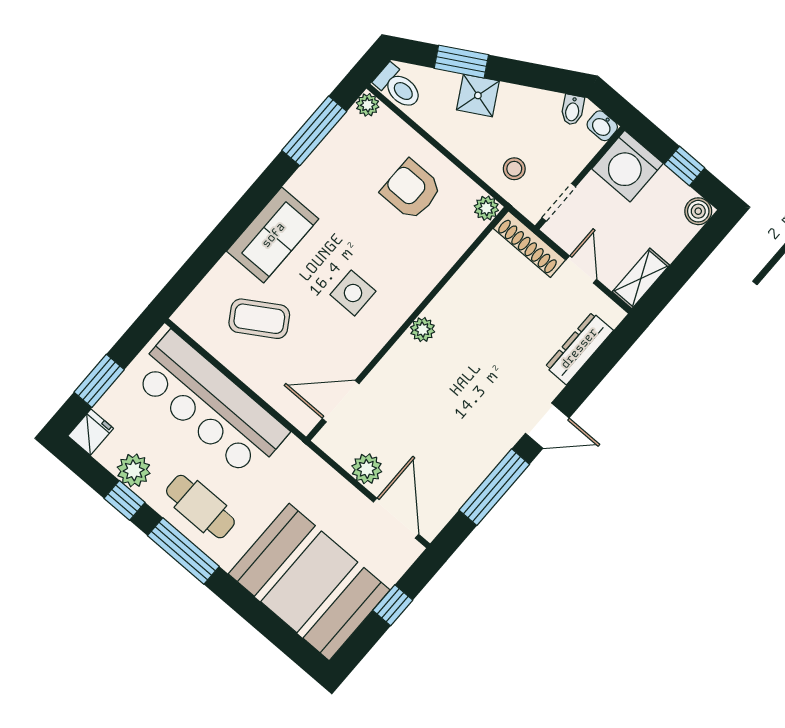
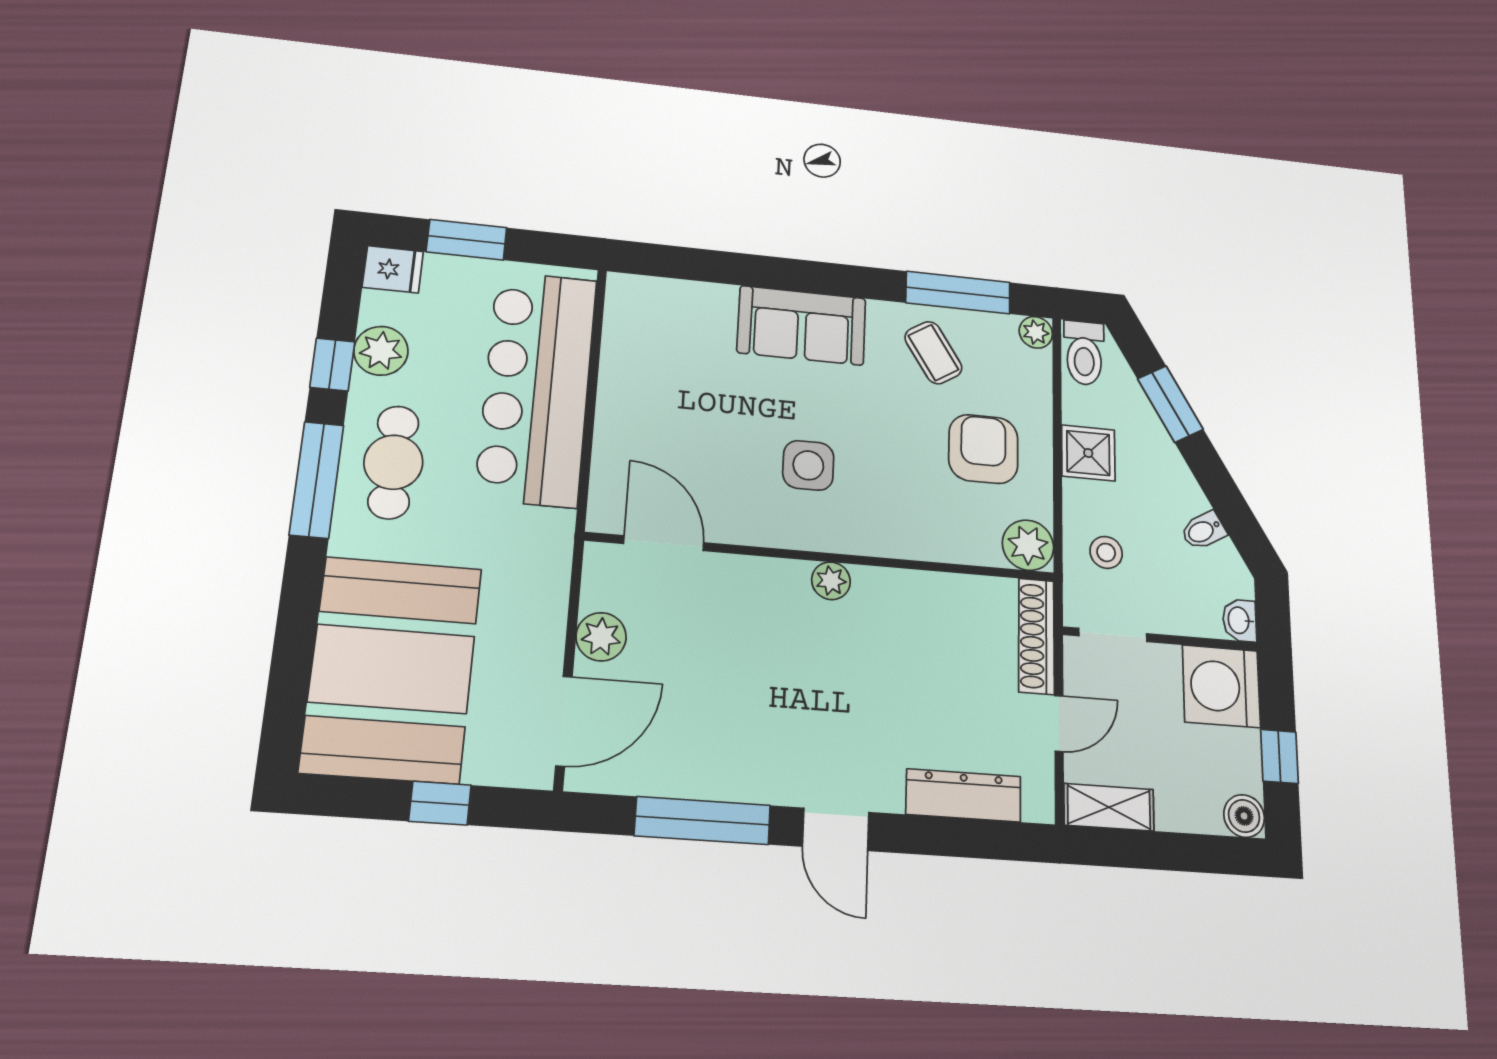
shower: (478, 95) -> (1088, 453), moved, turned 30
bidet: (573, 110) -> (1203, 531), moved
plant: (486, 208) -> (1028, 545), width x1.38, depth x1.38
coffee table: (259, 319) -> (933, 353), moved, width x0.73, depth x0.77

